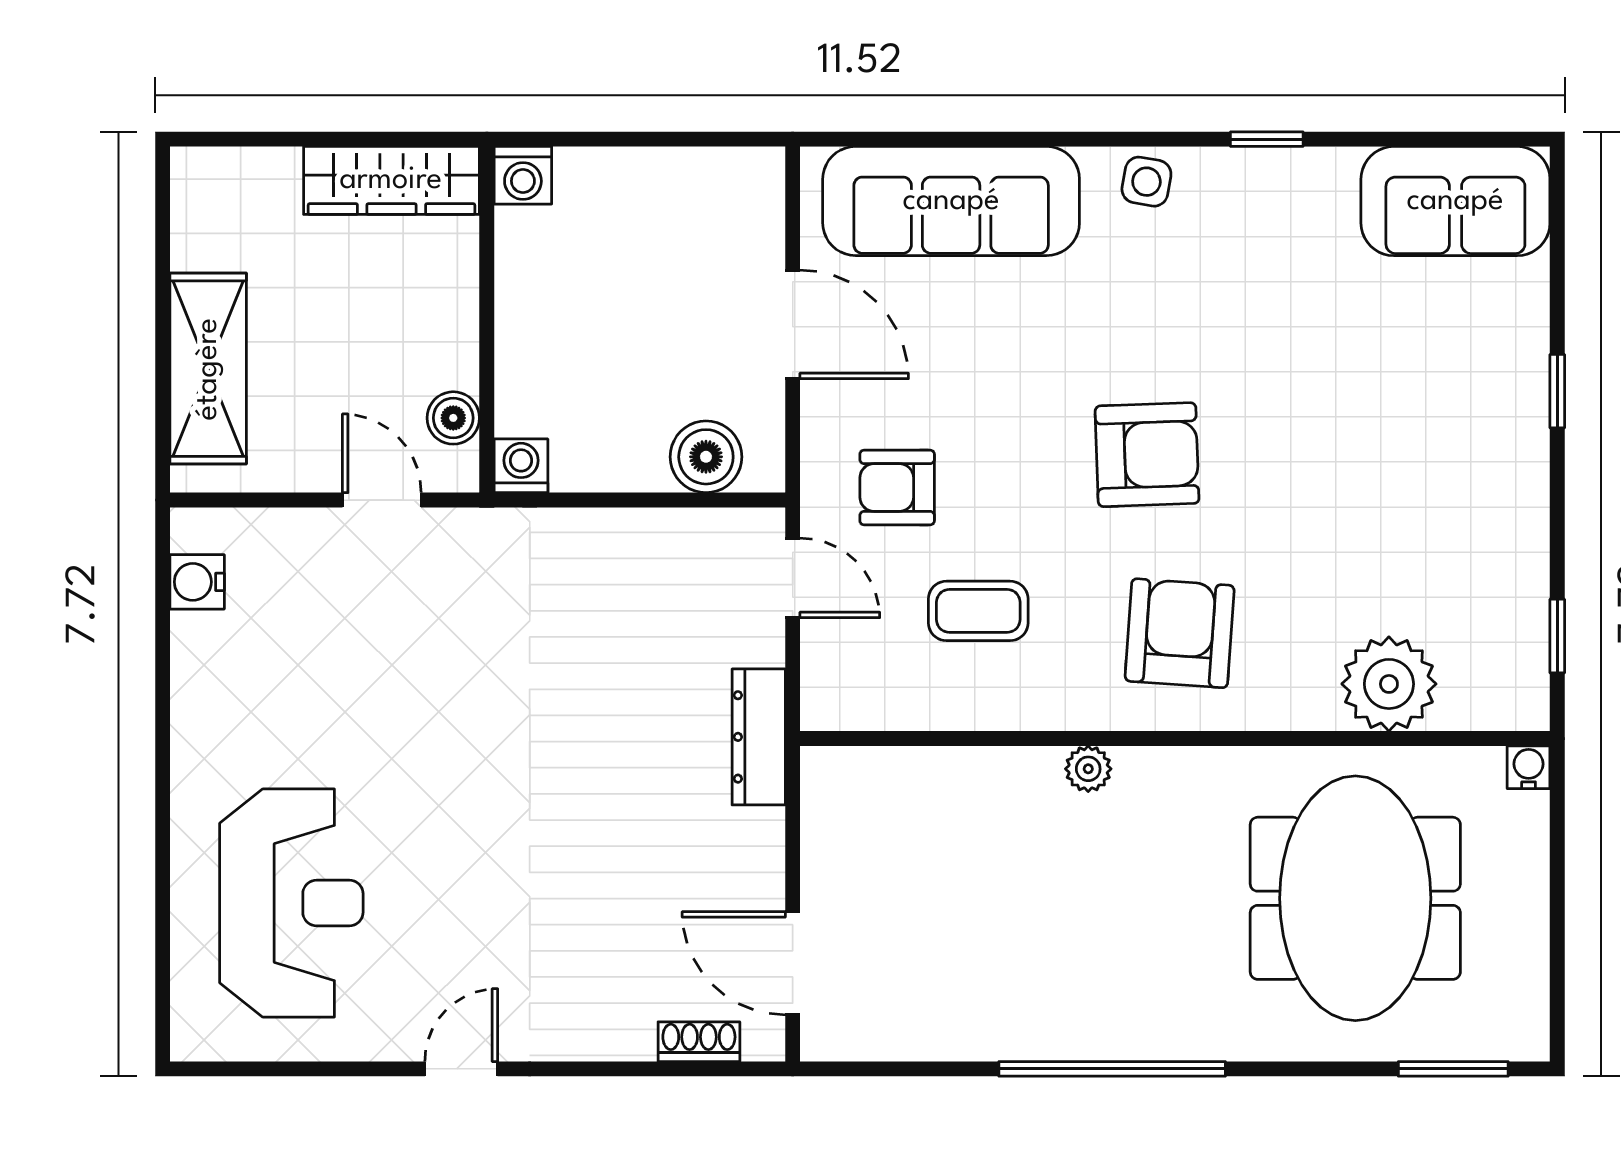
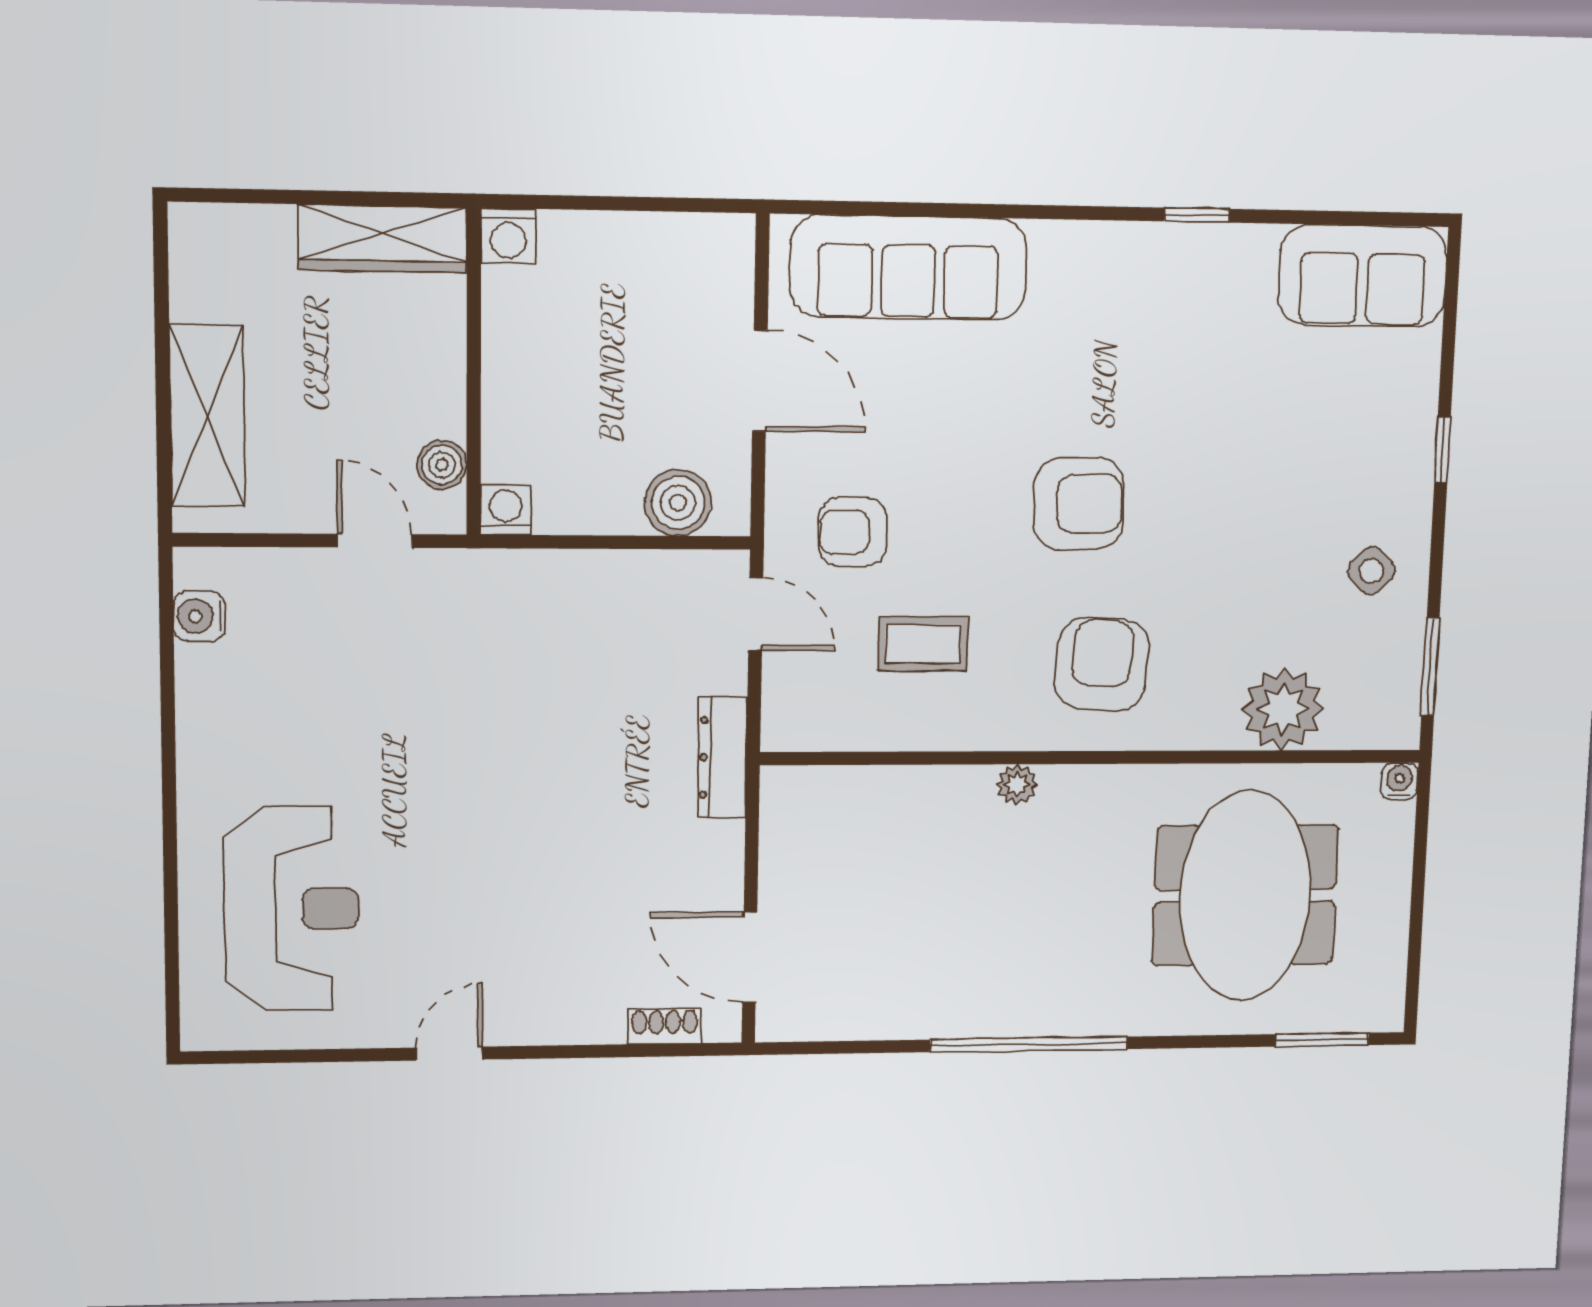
side table: (1146, 182) -> (1371, 570), moved, turned 36
window: (1557, 636) -> (1430, 667), width x1.50

